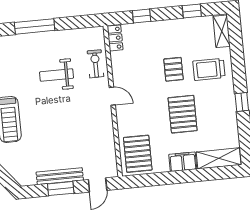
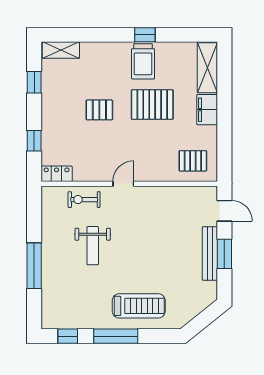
trolley: (209, 69) -> (143, 61), moved
pallet: (138, 154) -> (193, 161), width x0.67, depth x0.71

